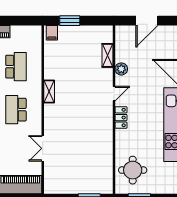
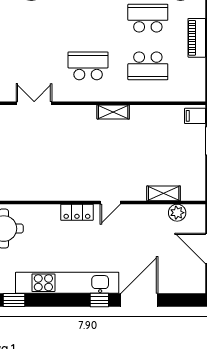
plant: (121, 69) -> (177, 213), moved
door: (114, 94) -> (110, 202), hinge flipped

